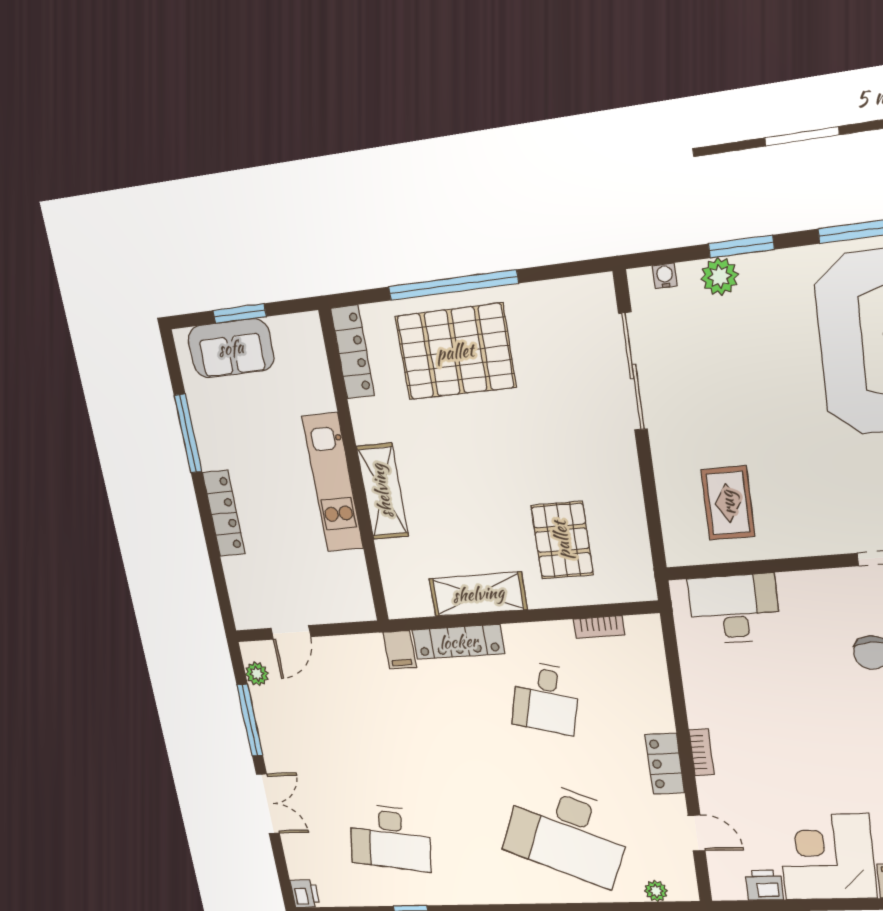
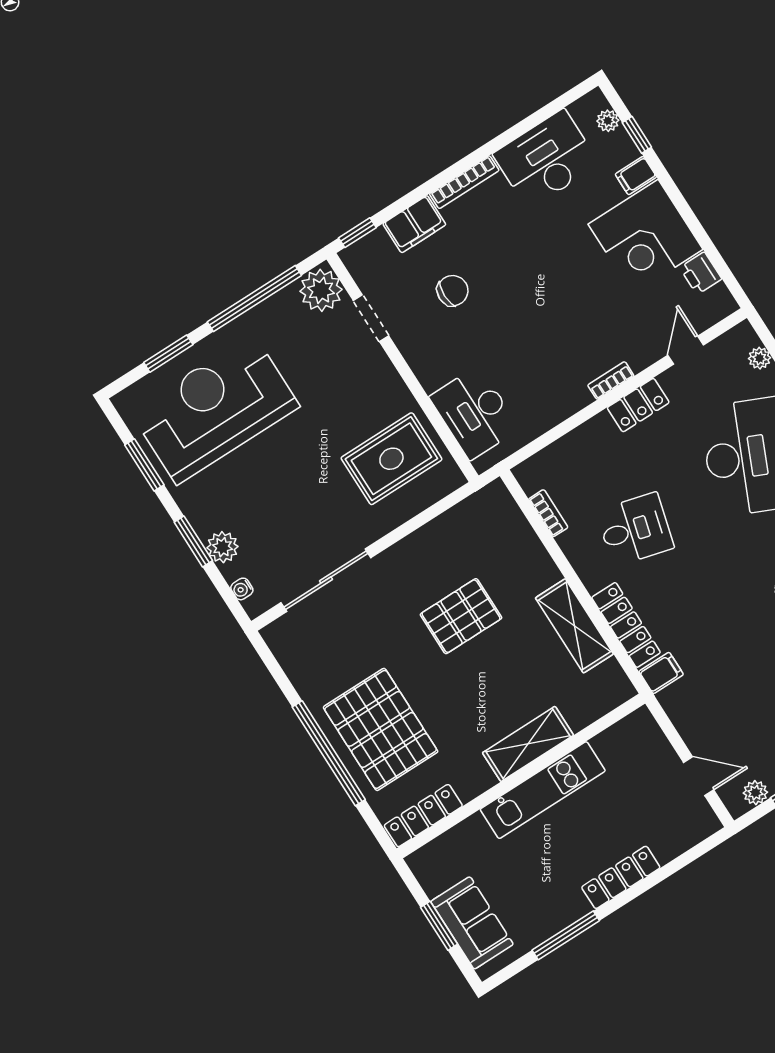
rug: (728, 503) -> (391, 459), width x1.36, depth x1.43
pallet: (562, 540) -> (461, 616), moved

